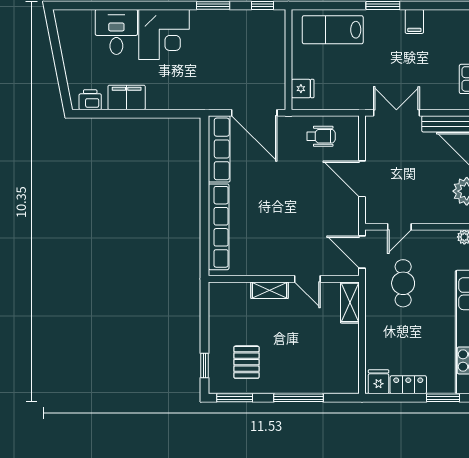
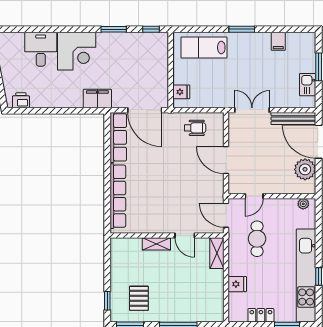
filing cabinet: (414, 21) -> (278, 41), moved
filing cabinet: (127, 97) -> (97, 99), moved
fridge: (379, 382) -> (237, 284), moved, turned 90

